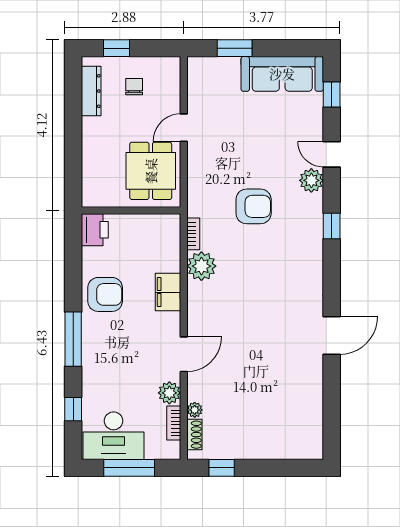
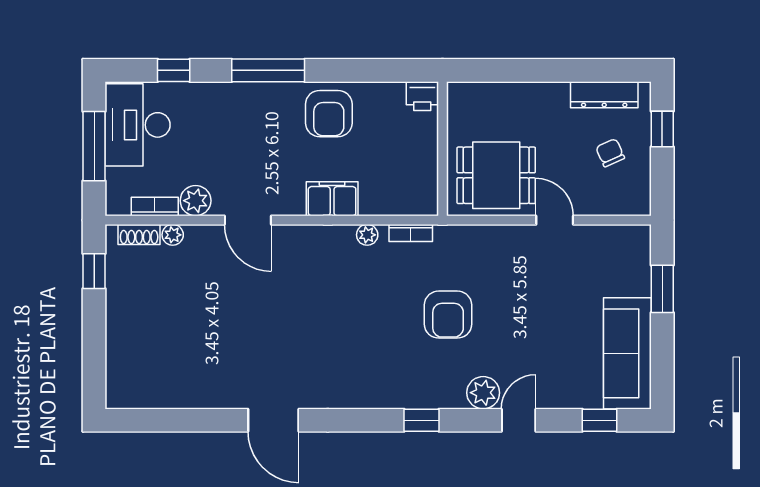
chair: (134, 87) -> (610, 153), turned -114
printer: (95, 230) -> (422, 96), width x0.73, depth x0.81
plant: (201, 266) -> (367, 235), width x0.53, depth x0.53

